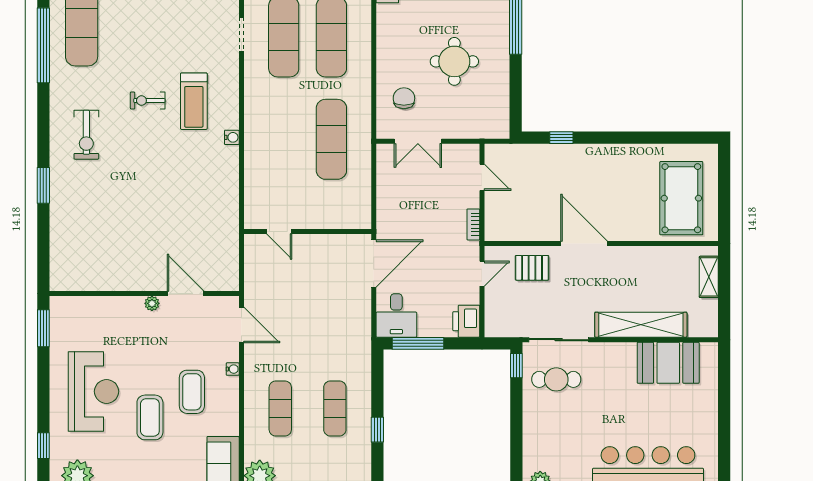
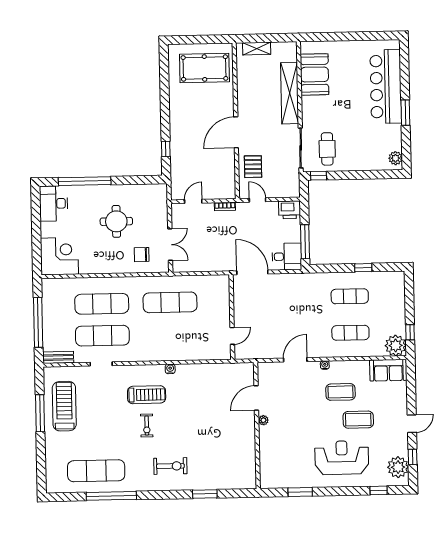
wall: (144, 294) -> (257, 426), moved
door: (185, 294) -> (256, 398), moved
plant: (152, 303) -> (263, 420), moved

